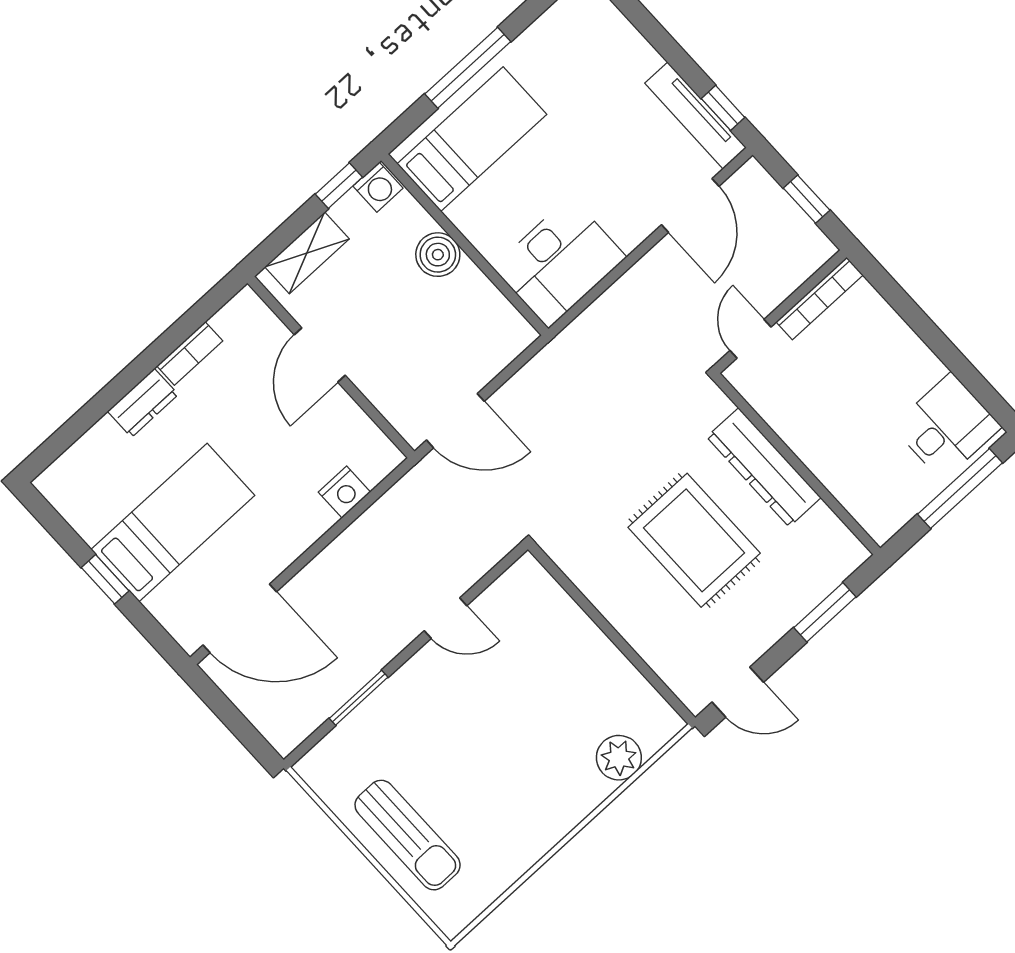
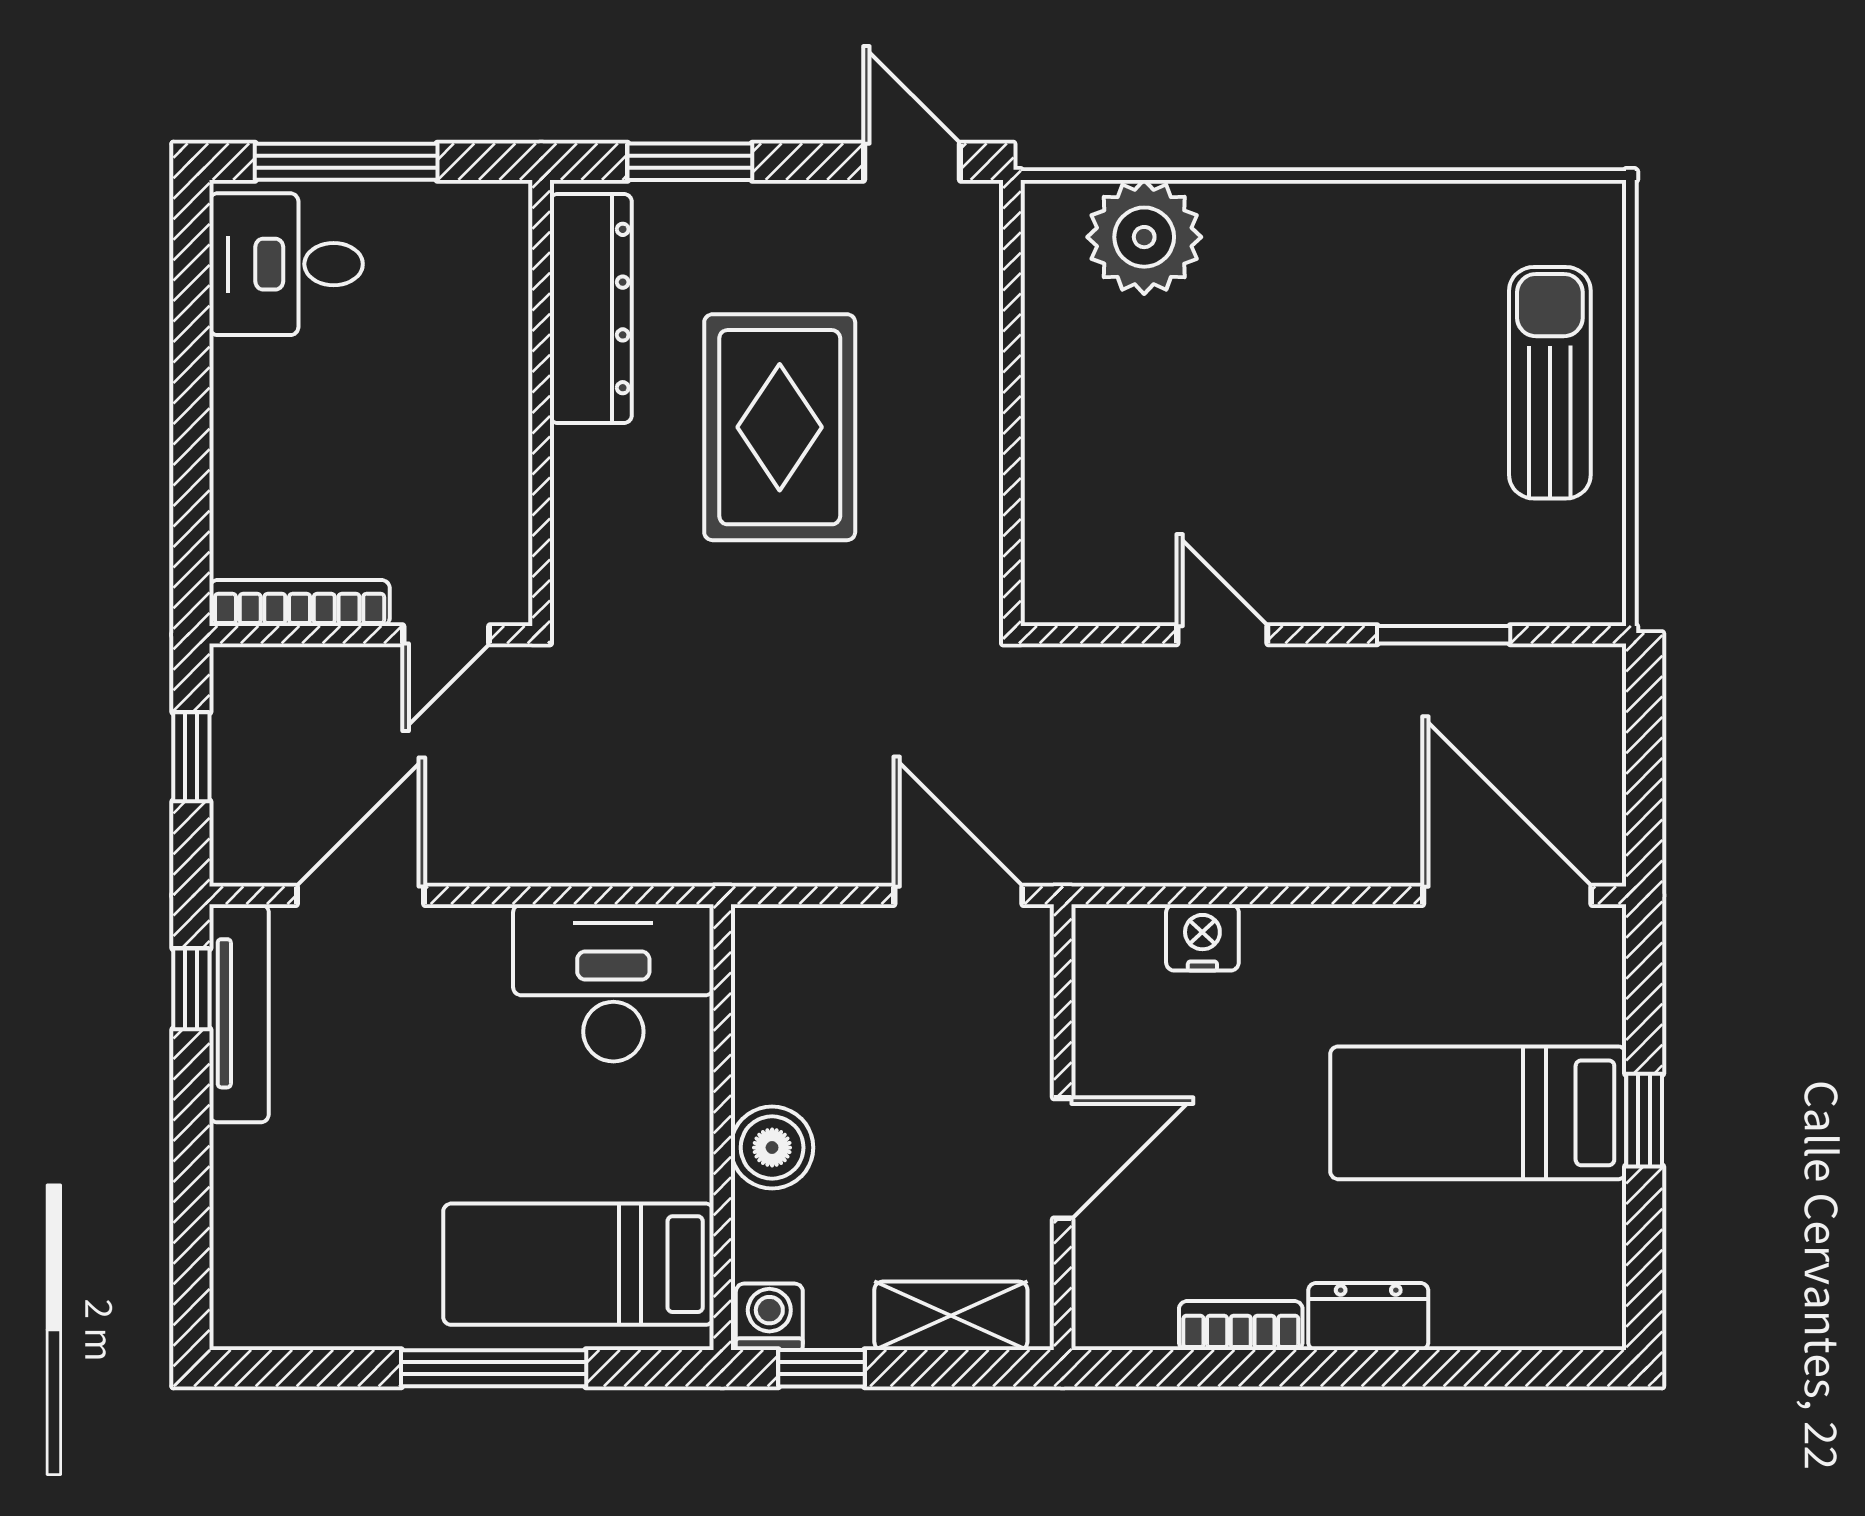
dresser: (764, 467) -> (591, 309), moved
plant: (619, 758) -> (1144, 237), width x1.36, depth x1.36

